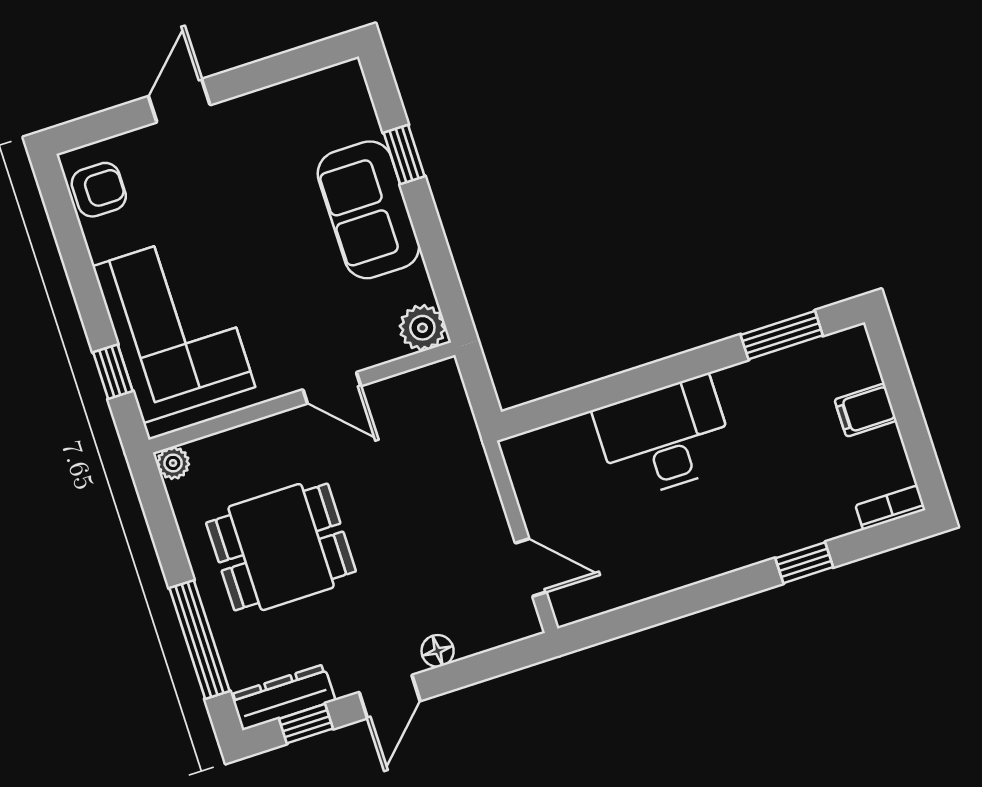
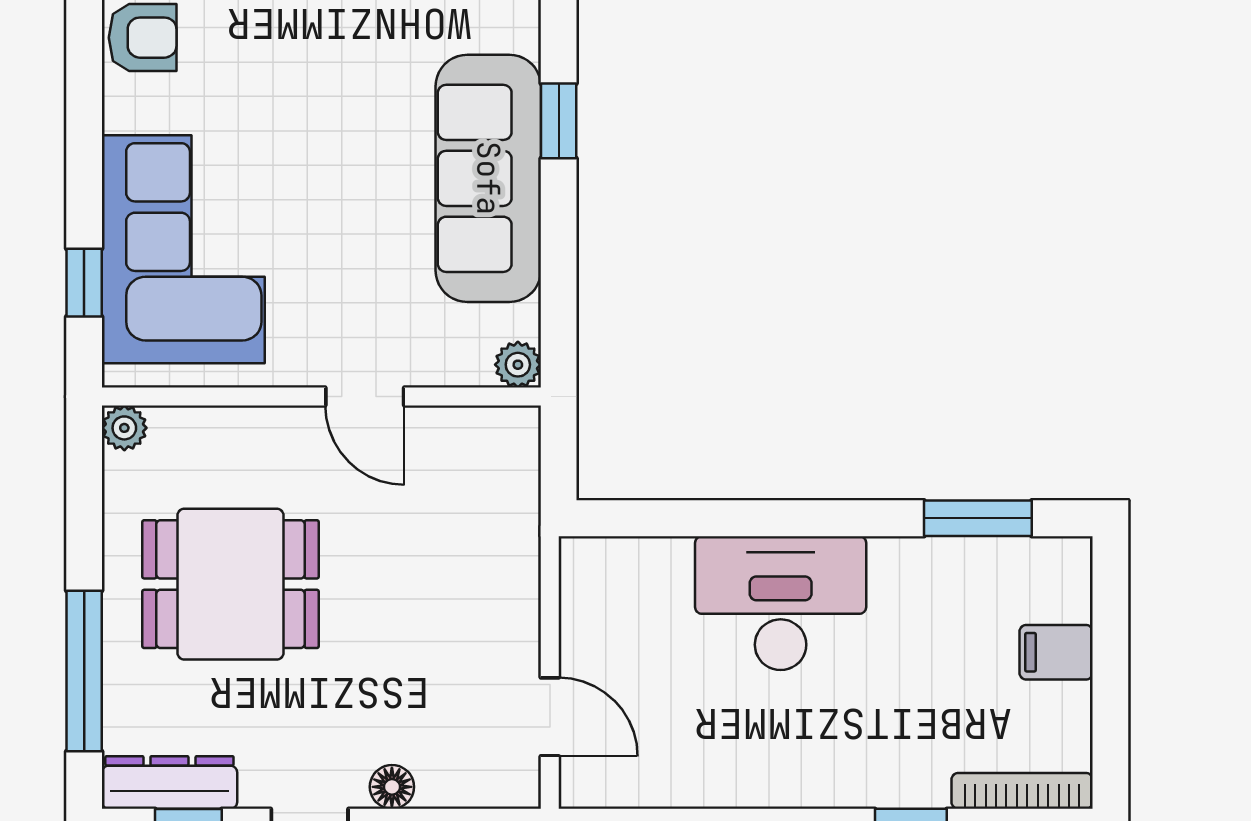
sofa: (368, 210) -> (488, 178), width x1.36
plant: (422, 328) -> (518, 365), width x0.73, depth x0.73
bookcase: (890, 508) -> (1022, 791), width x1.56

